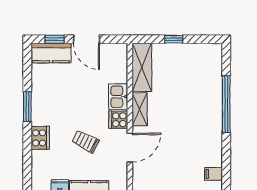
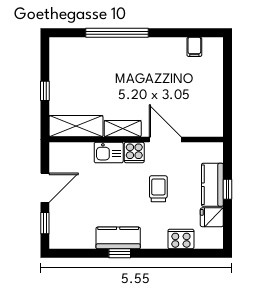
kitchen counter: (51, 53) -> (118, 238), moved, turned -90
window: (27, 107) -> (120, 253), width x0.67
cooker: (40, 138) -> (181, 239), moved
trolley: (85, 142) -> (158, 189), turned 153

